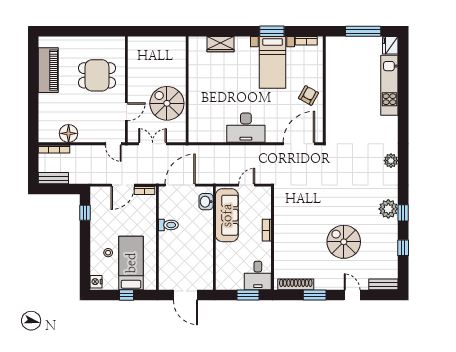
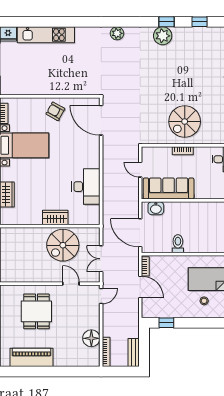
wardrobe: (196, 95) -> (55, 217), added
desk: (246, 128) -> (86, 187), moved
spiral stairs: (344, 242) -> (185, 122), moved

